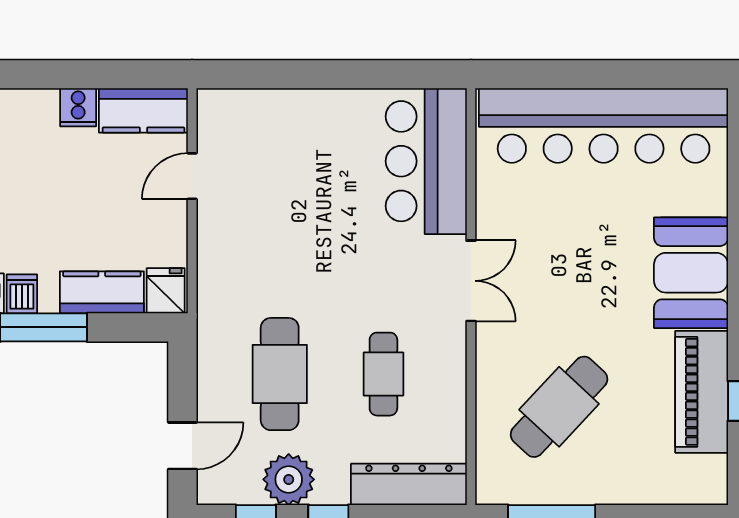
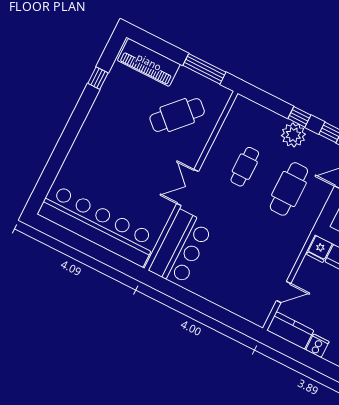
booth: (691, 273) -> (92, 144), removed
piano: (702, 392) -> (149, 62), moved, turned 90
plant: (289, 479) -> (293, 135), moved
dresser: (409, 484) -> (258, 114), removed

